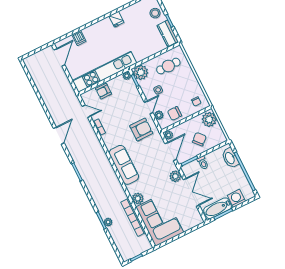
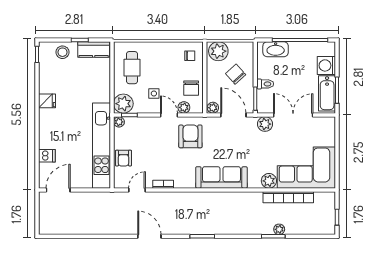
door: (59, 57) -> (58, 190), hinge flipped

